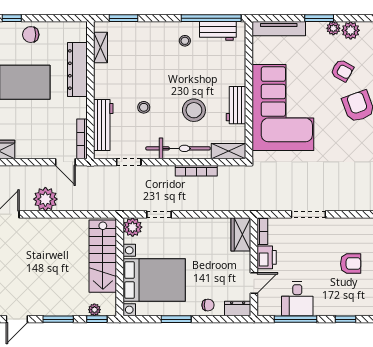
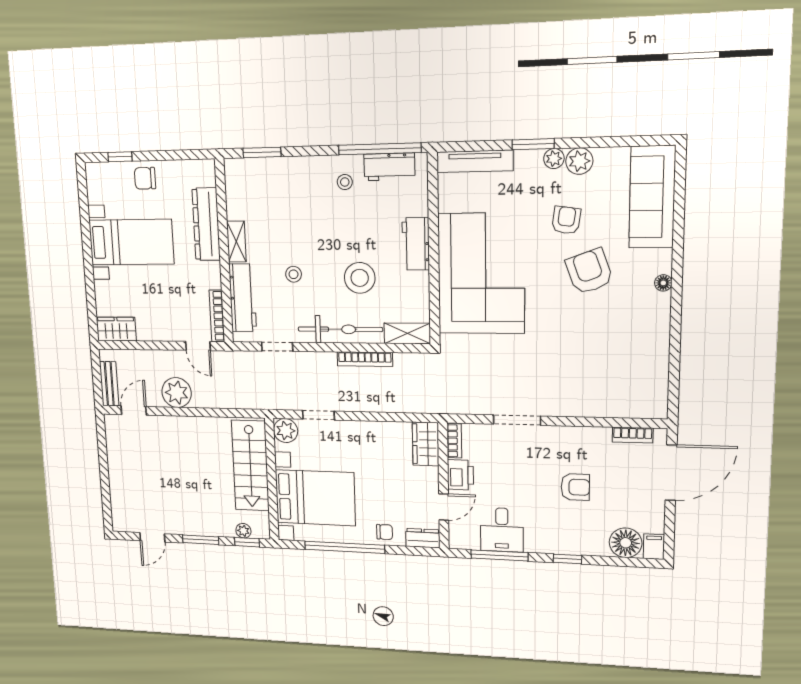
shelving: (100, 48) -> (236, 242), moved
armchair: (342, 71) -> (566, 220), turned -111
workbench: (236, 105) -> (416, 244), moved
window: (176, 319) -> (345, 547), width x2.11

